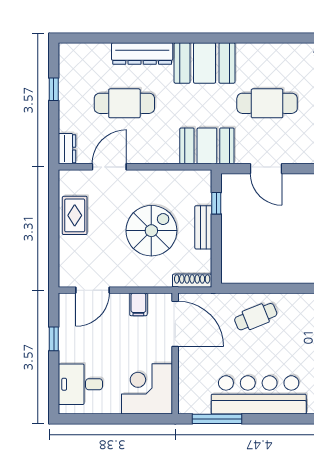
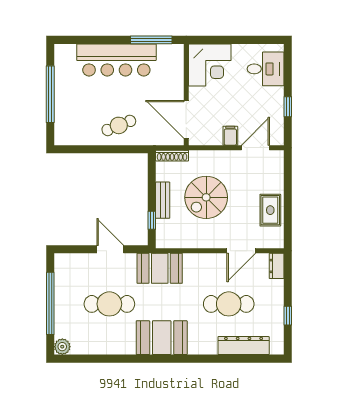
dresser: (142, 53) -> (244, 346), moved
filing cabinet: (138, 304) -> (230, 136), moved

